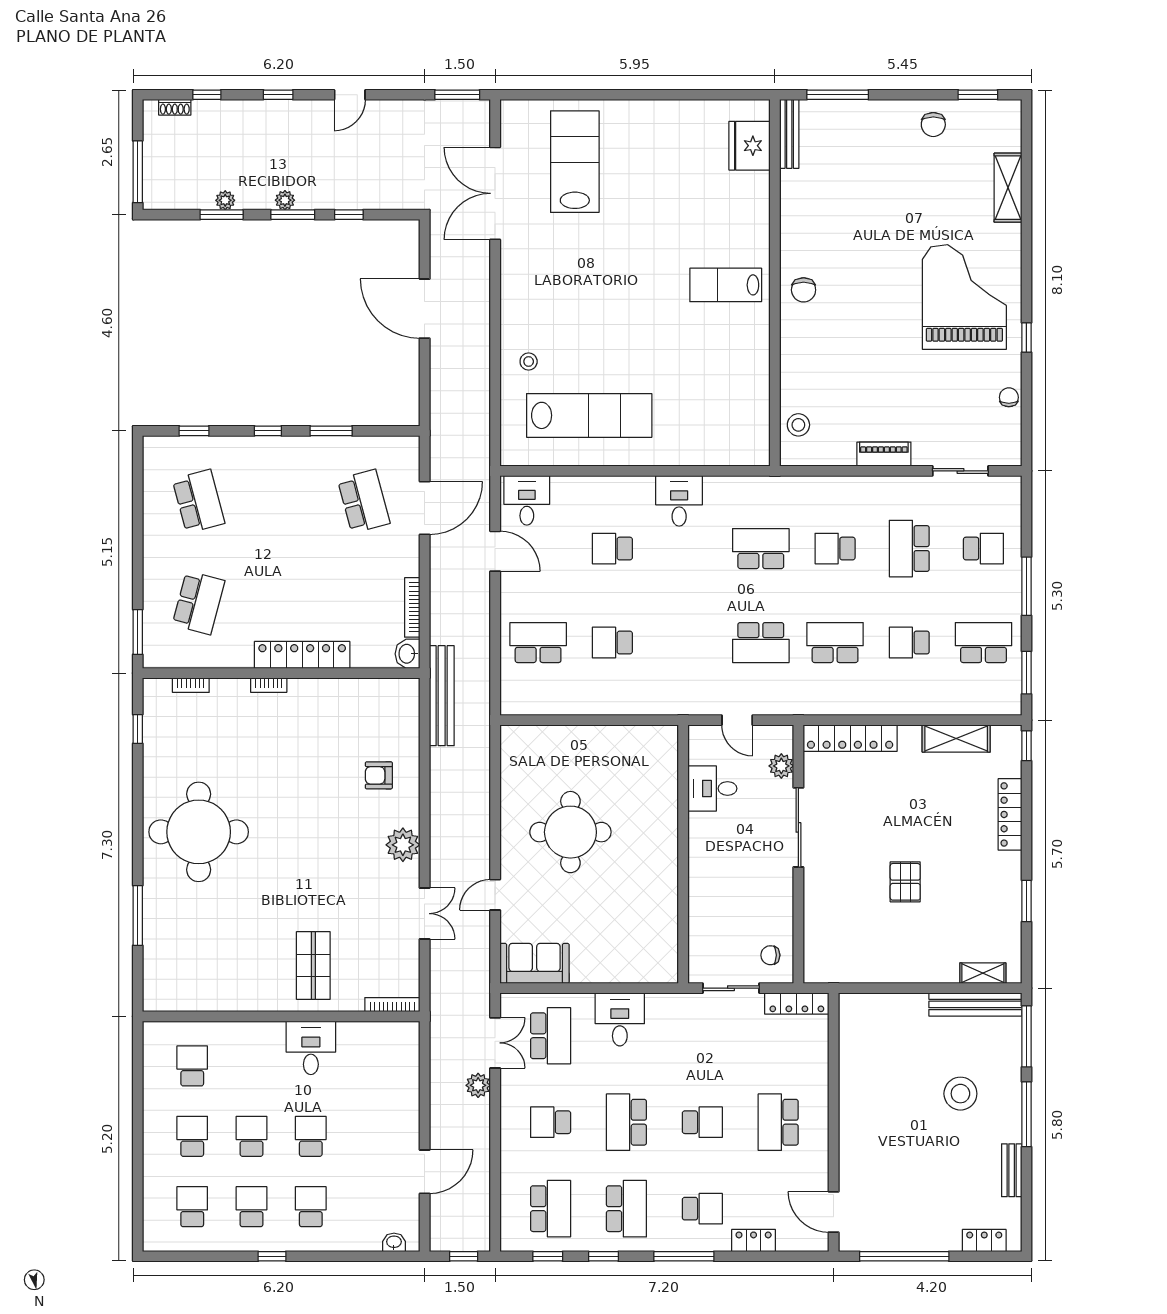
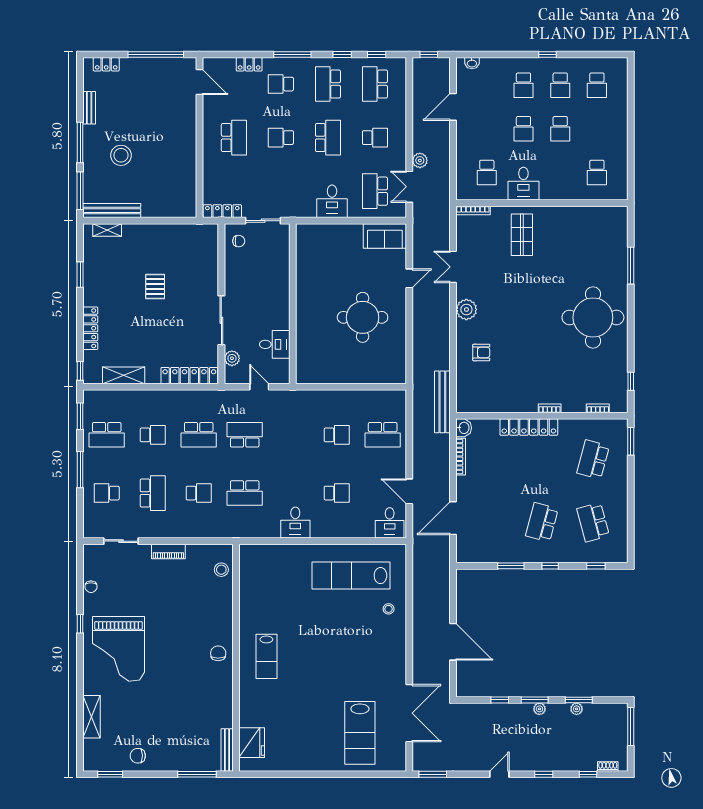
chair: (933, 125) -> (138, 756), turned -90
lab bench: (726, 285) -> (266, 656), turned 90
school desk: (364, 501) -> (542, 522), moved, turned 30
school desk: (192, 1136) -> (487, 172), moved

